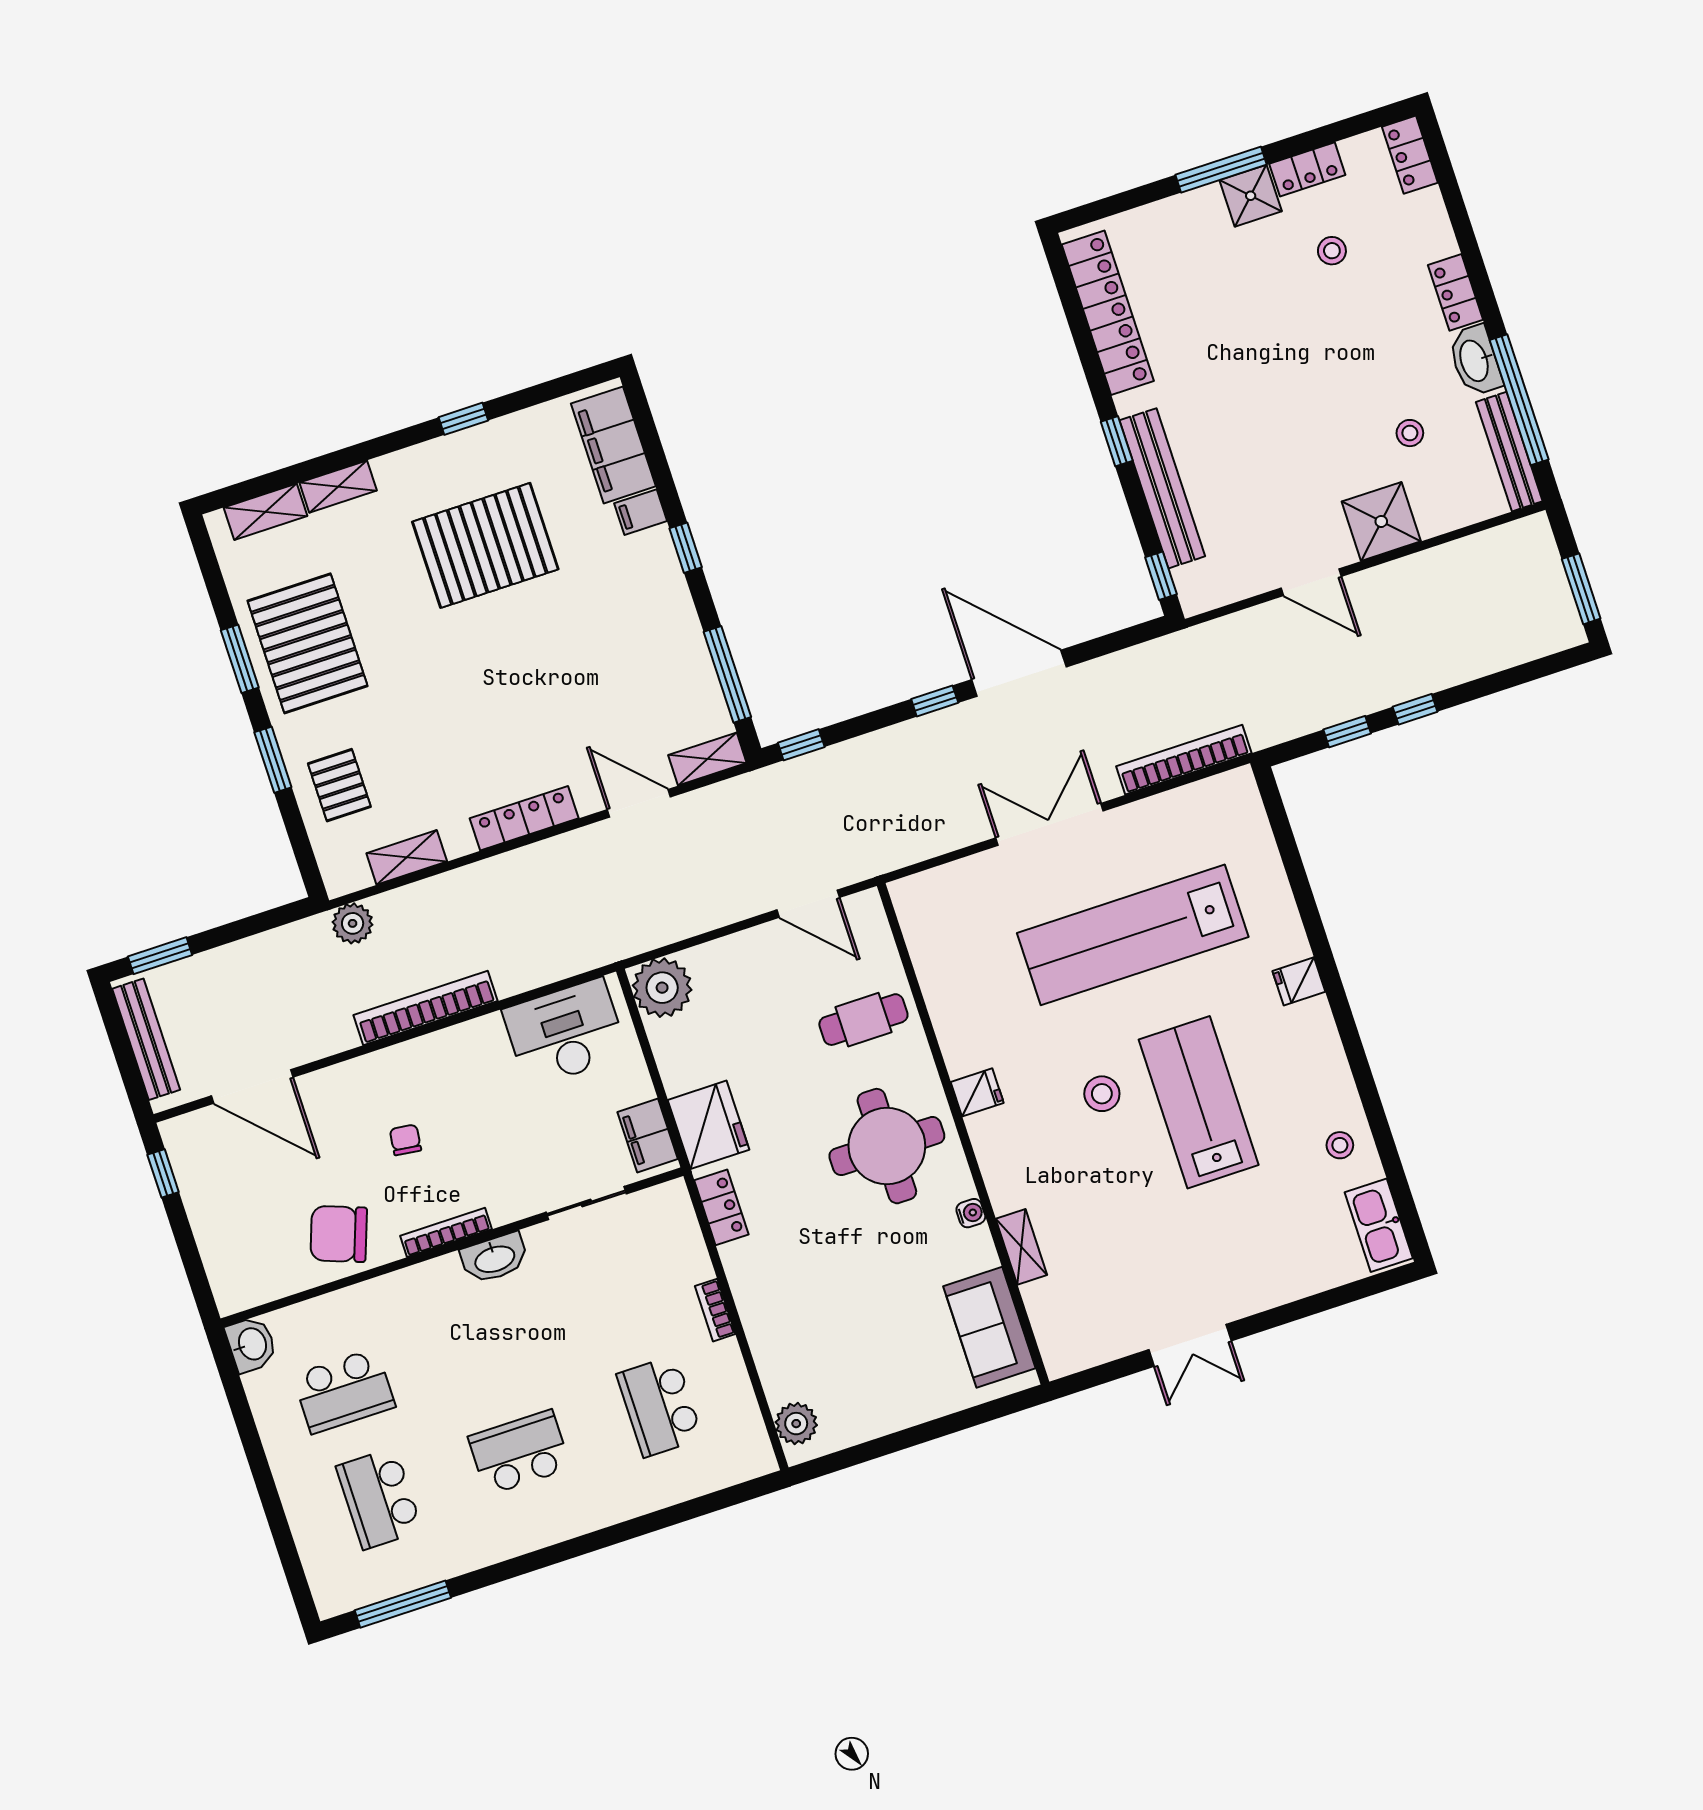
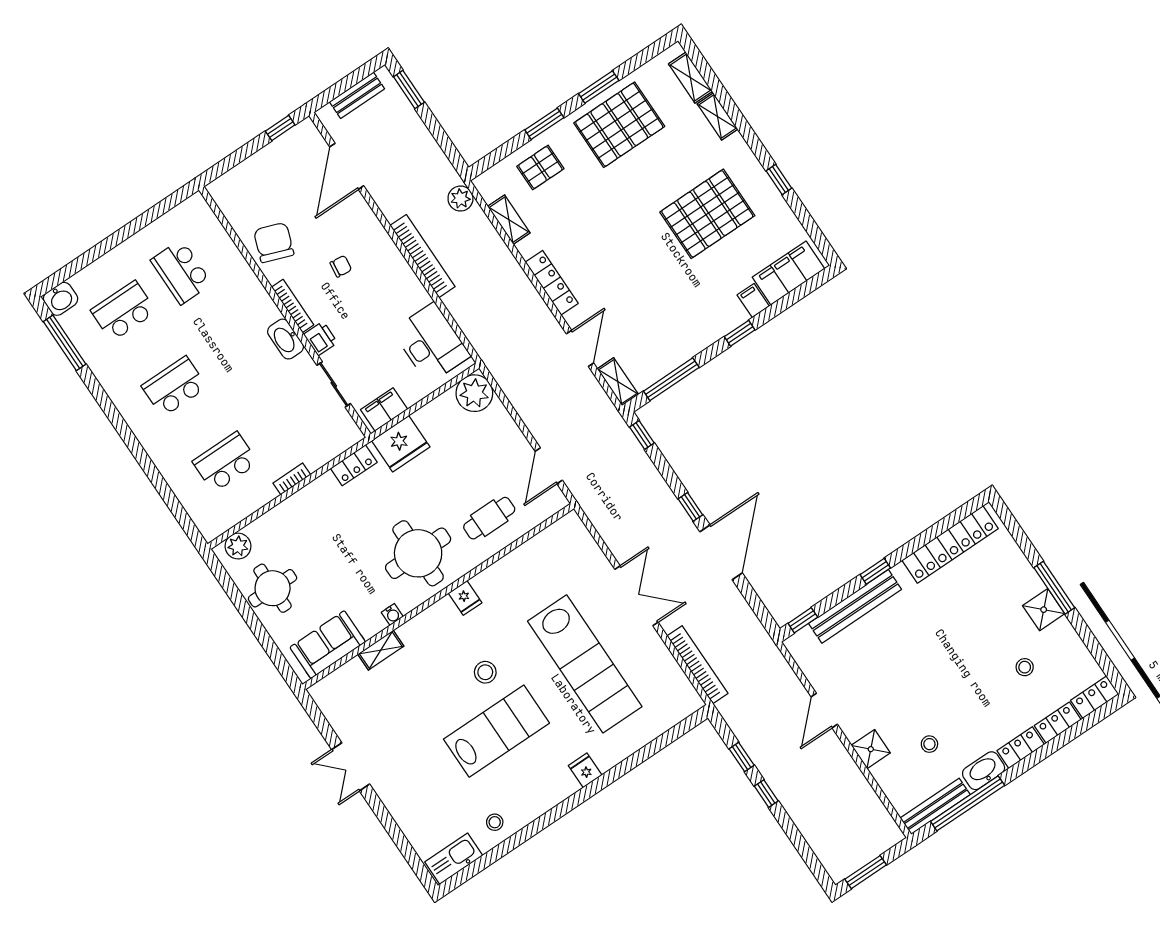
locker: (1307, 169) -> (1058, 723), moved, turned 90
shower: (1381, 521) -> (871, 749), width x0.73, depth x0.73
pallet: (485, 545) -> (707, 214), turned 90
lab bench: (1133, 935) -> (585, 664), turned 180
cafe table: (863, 1020) -> (489, 518), turned 90
bench: (146, 1039) -> (357, 95), width x0.73
printer: (509, 1203) -> (321, 339), added
washbasin: (251, 1344) -> (61, 299), moved
round table: (877, 1388) -> (273, 588), added
school desk: (519, 1452) -> (174, 387), turned -90

